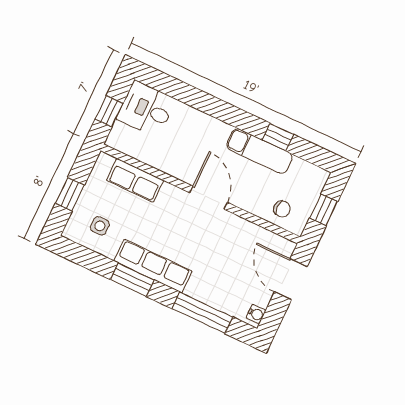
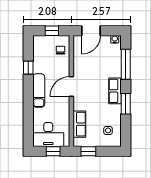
desk: (146, 109) -> (48, 135), width x1.37
exam couch: (259, 151) -> (39, 90), moved
window: (70, 194) -> (88, 151), moved
row of seats: (153, 266) -> (115, 91), width x0.68

